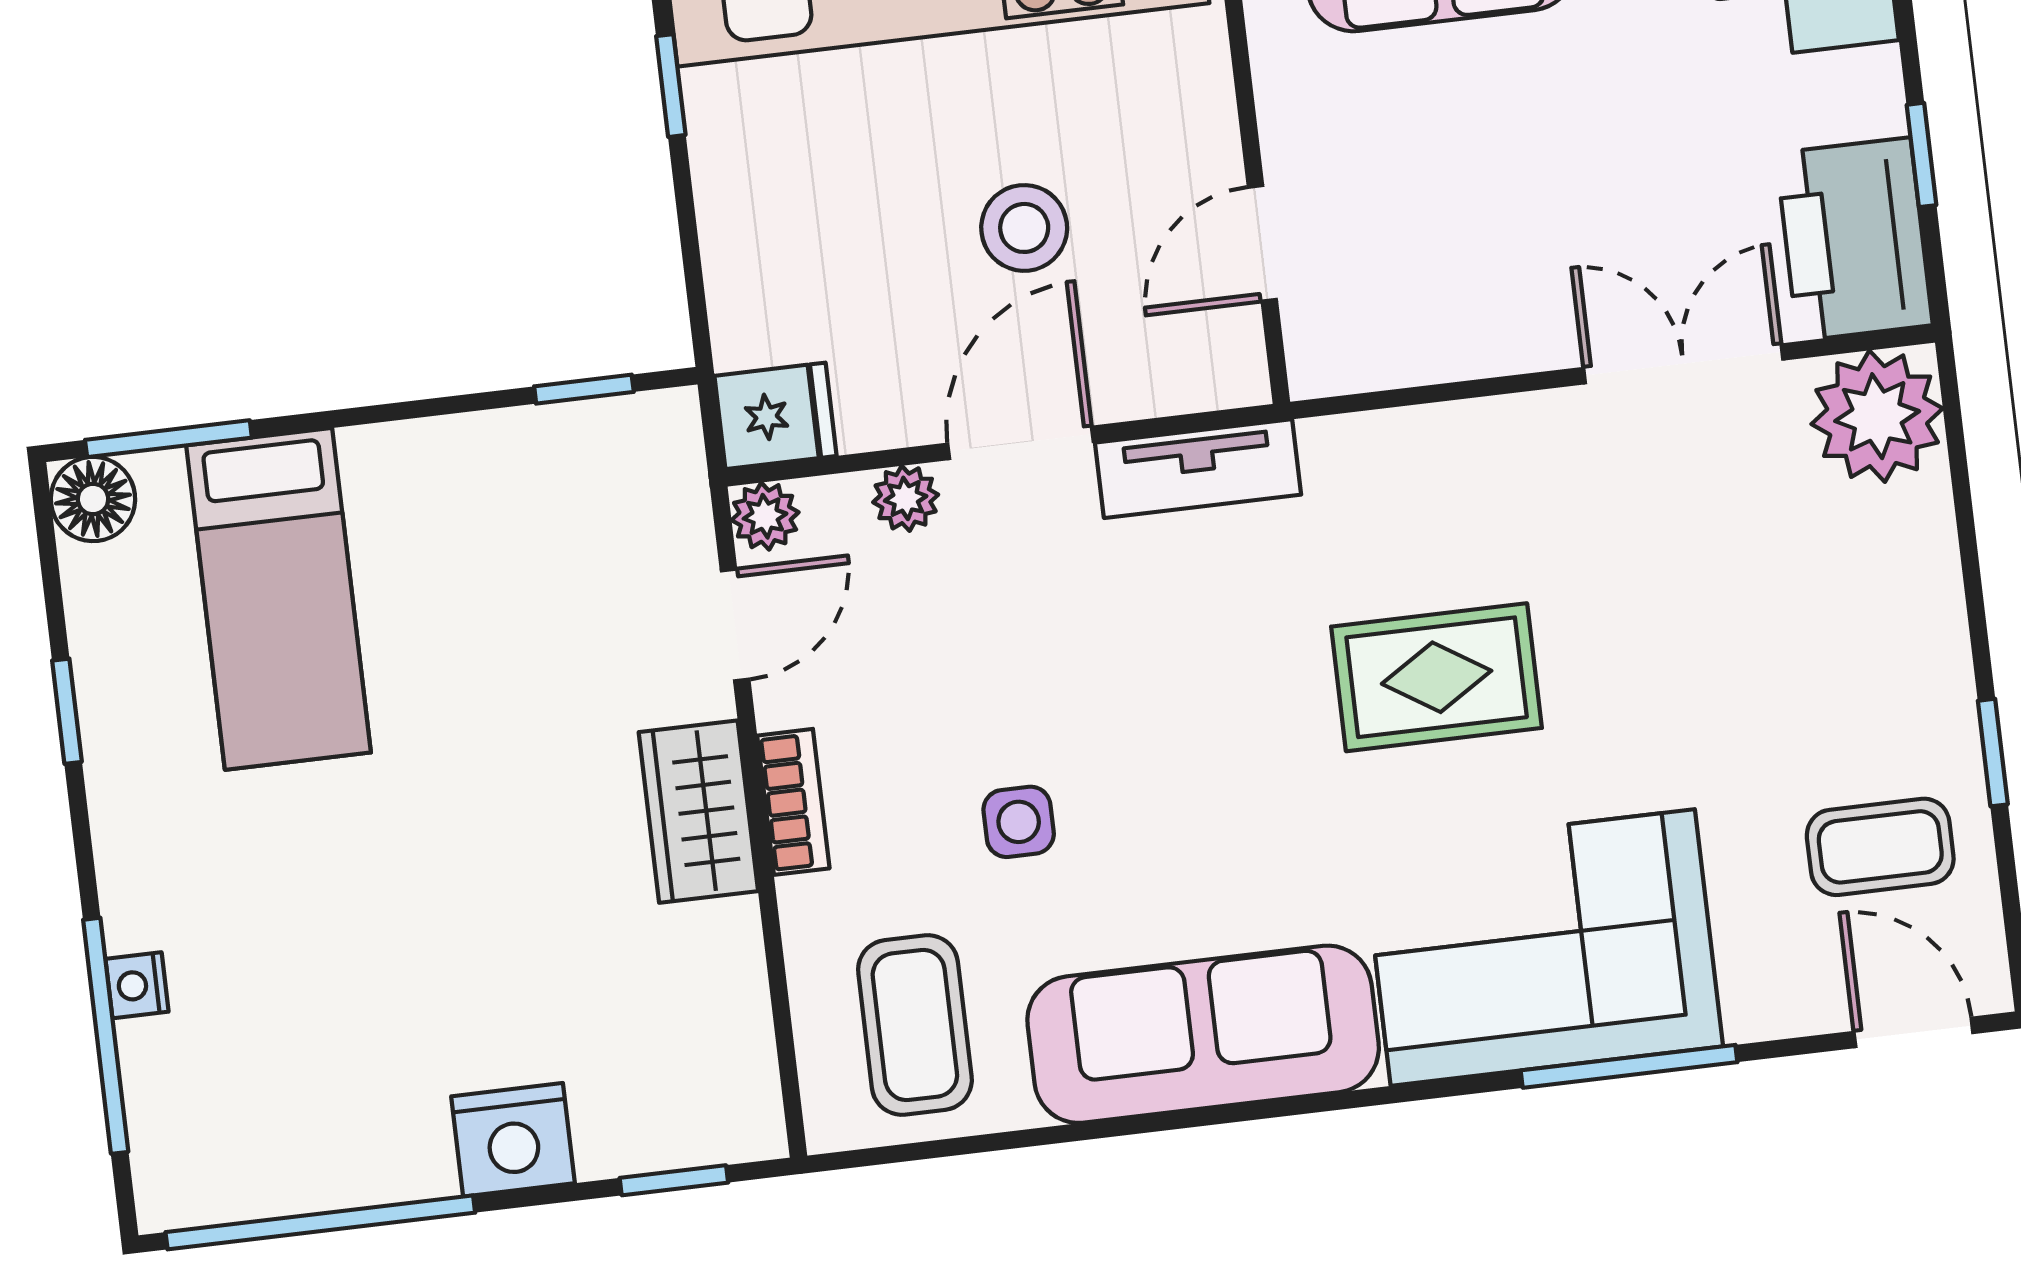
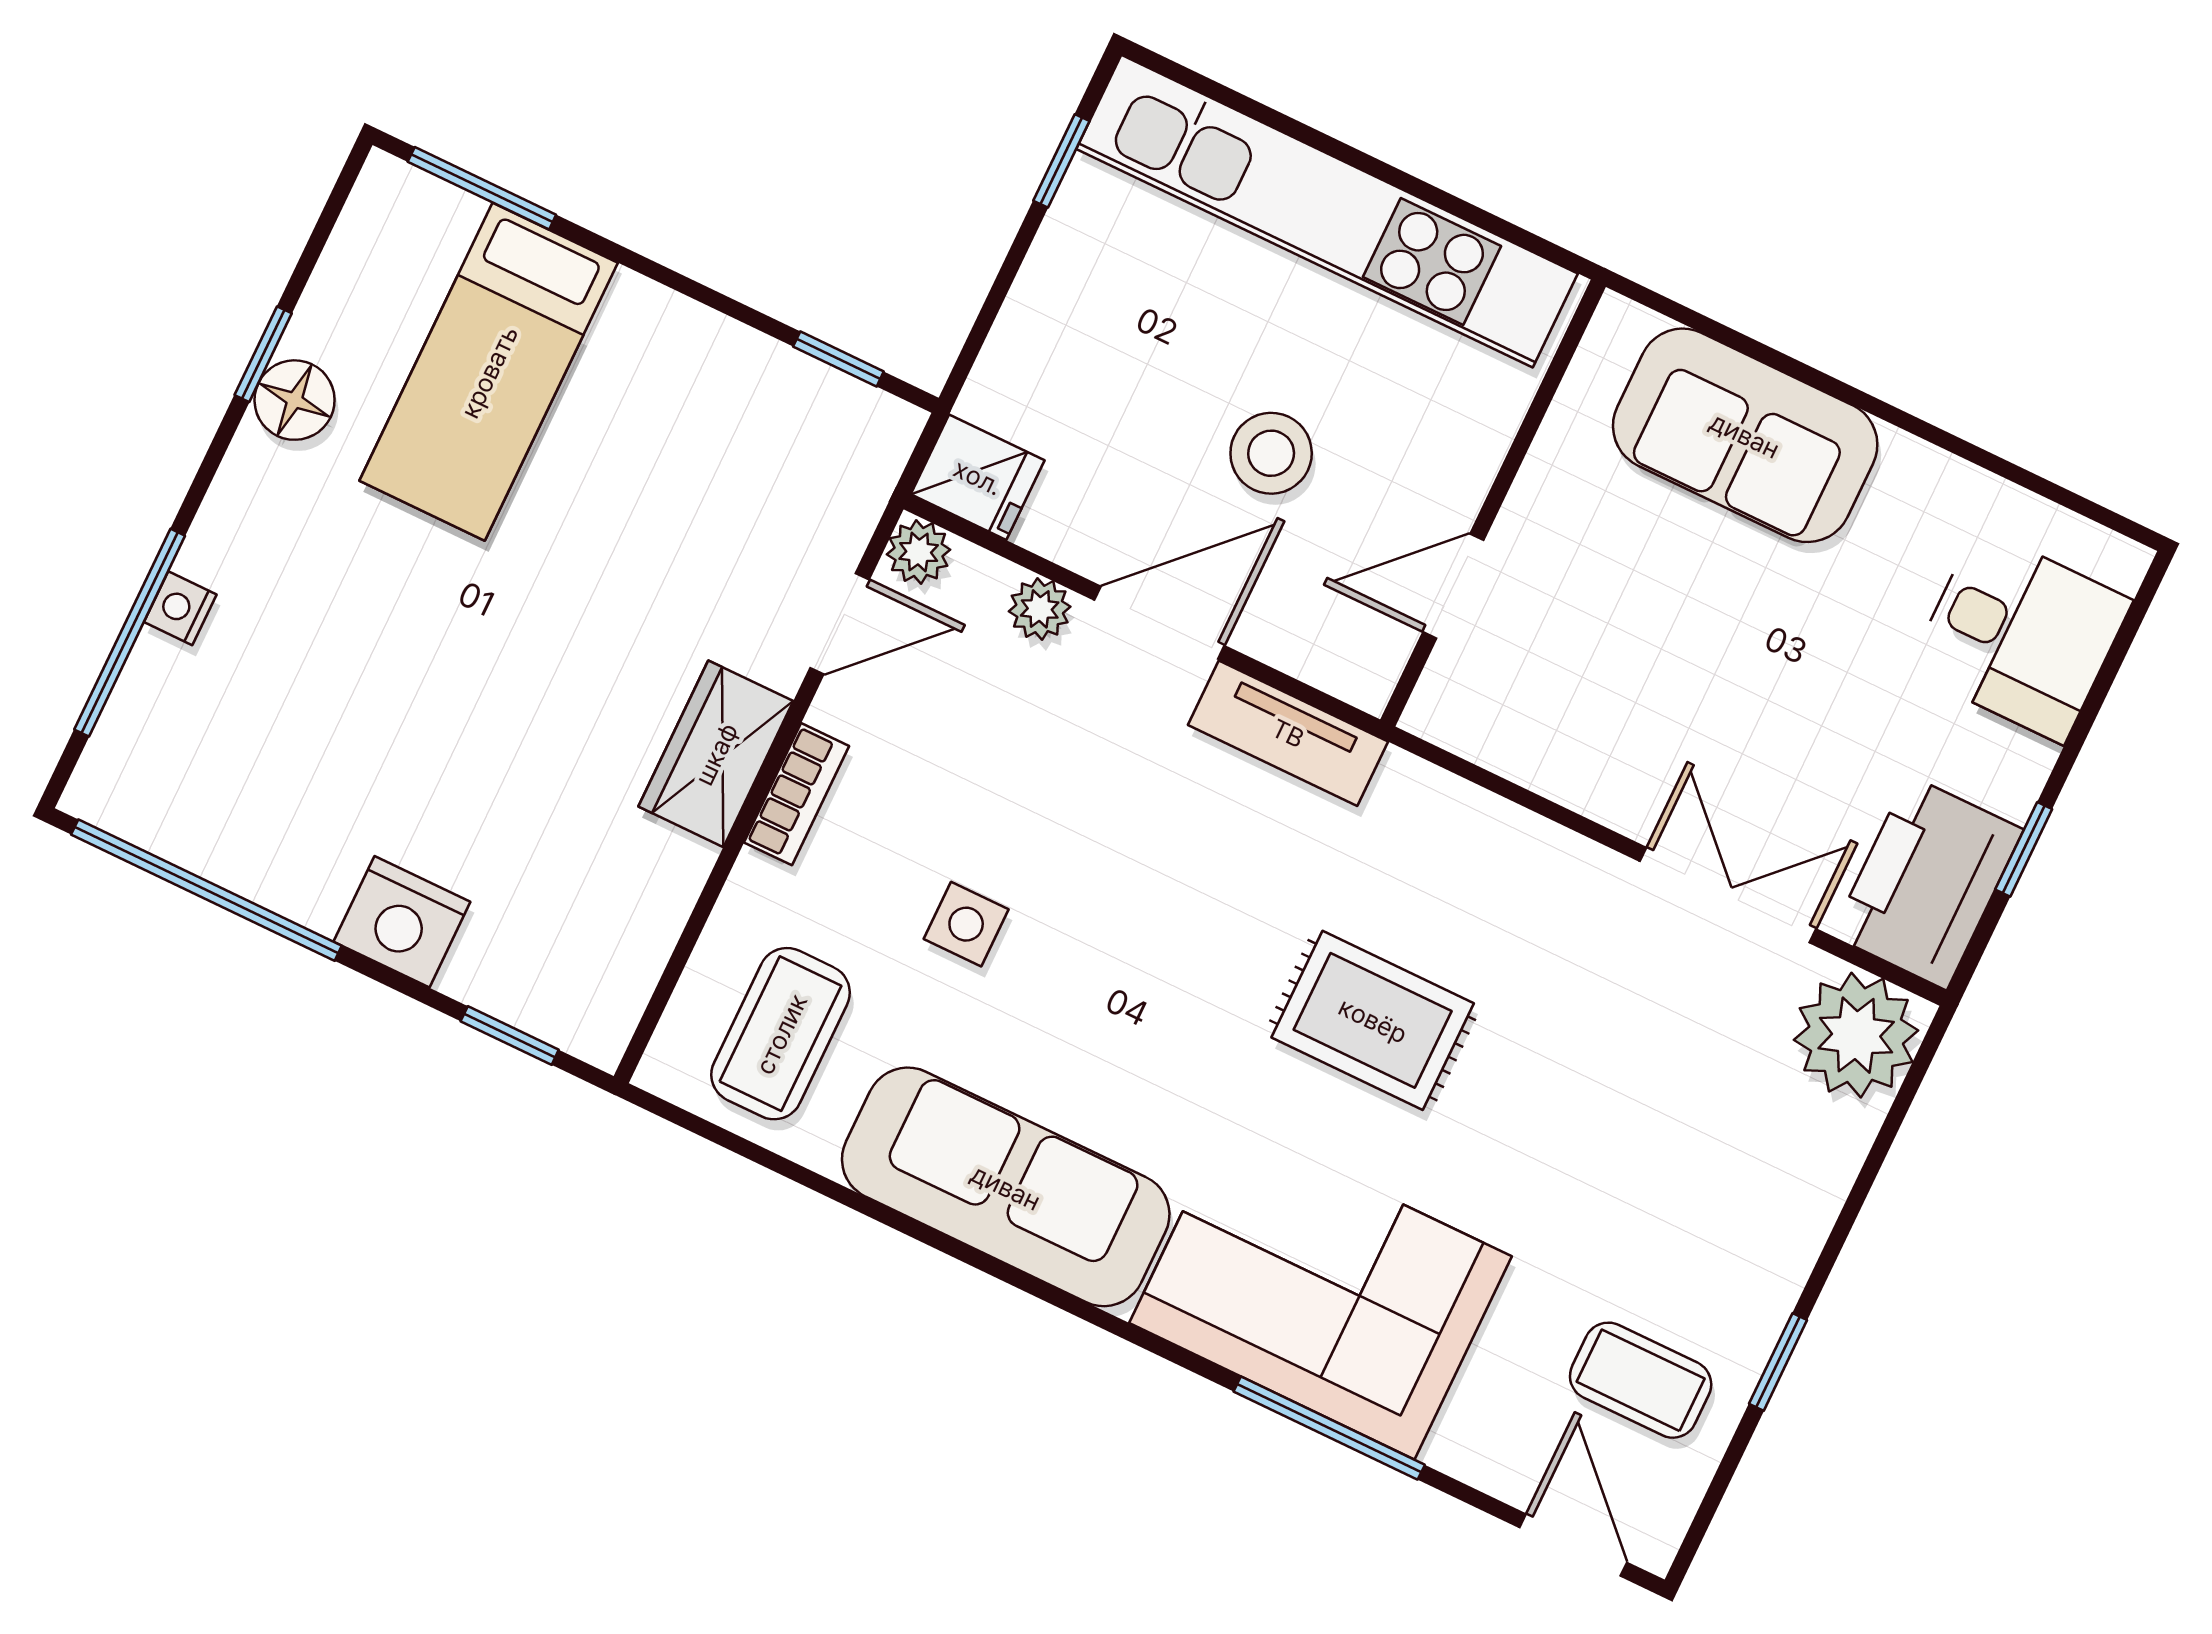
floor lamp: (93, 499) -> (295, 400), moved

